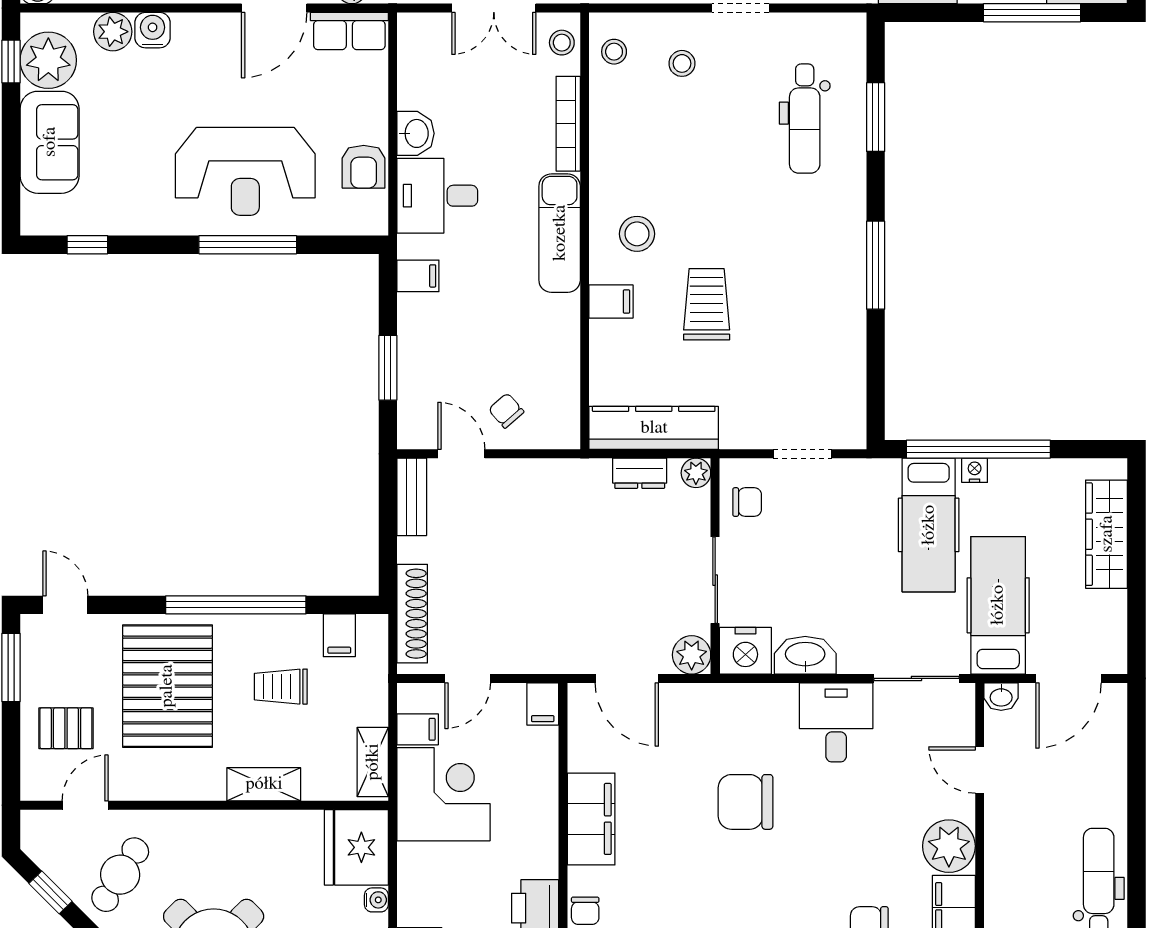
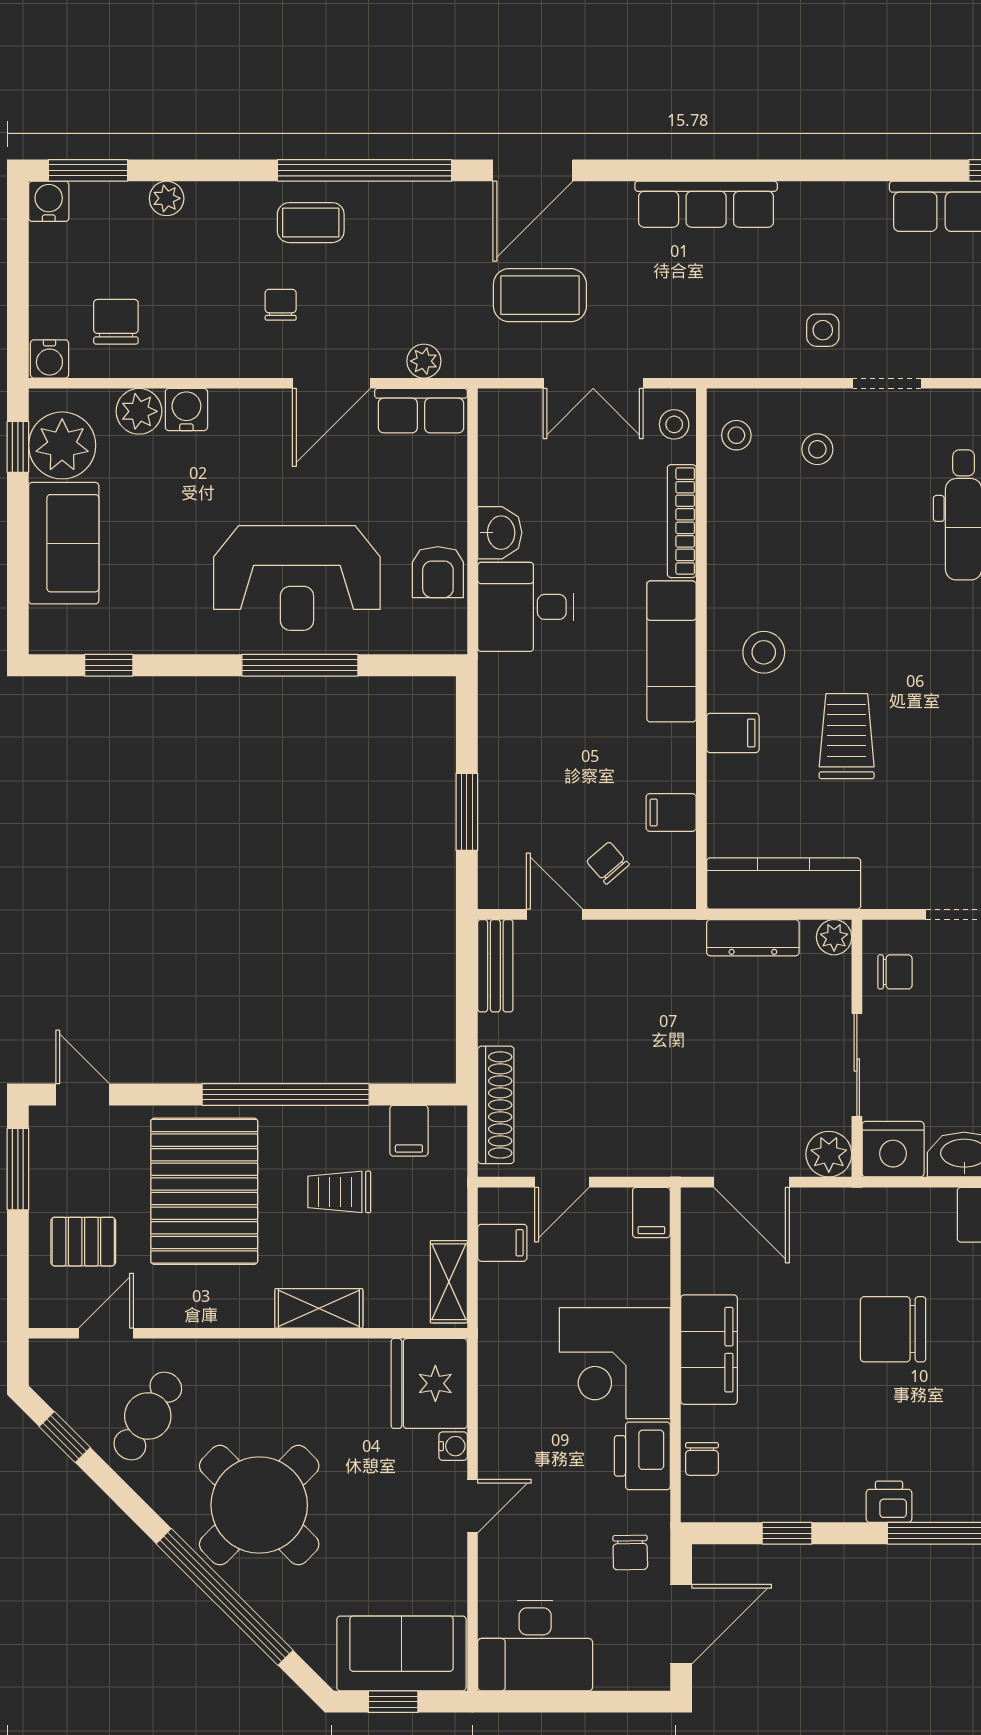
filing cabinet: (418, 276) -> (671, 813), moved, turned 180
dresser: (640, 473) -> (753, 938), width x1.44
corner desk: (443, 794) -> (615, 1363), moved, turned 180

